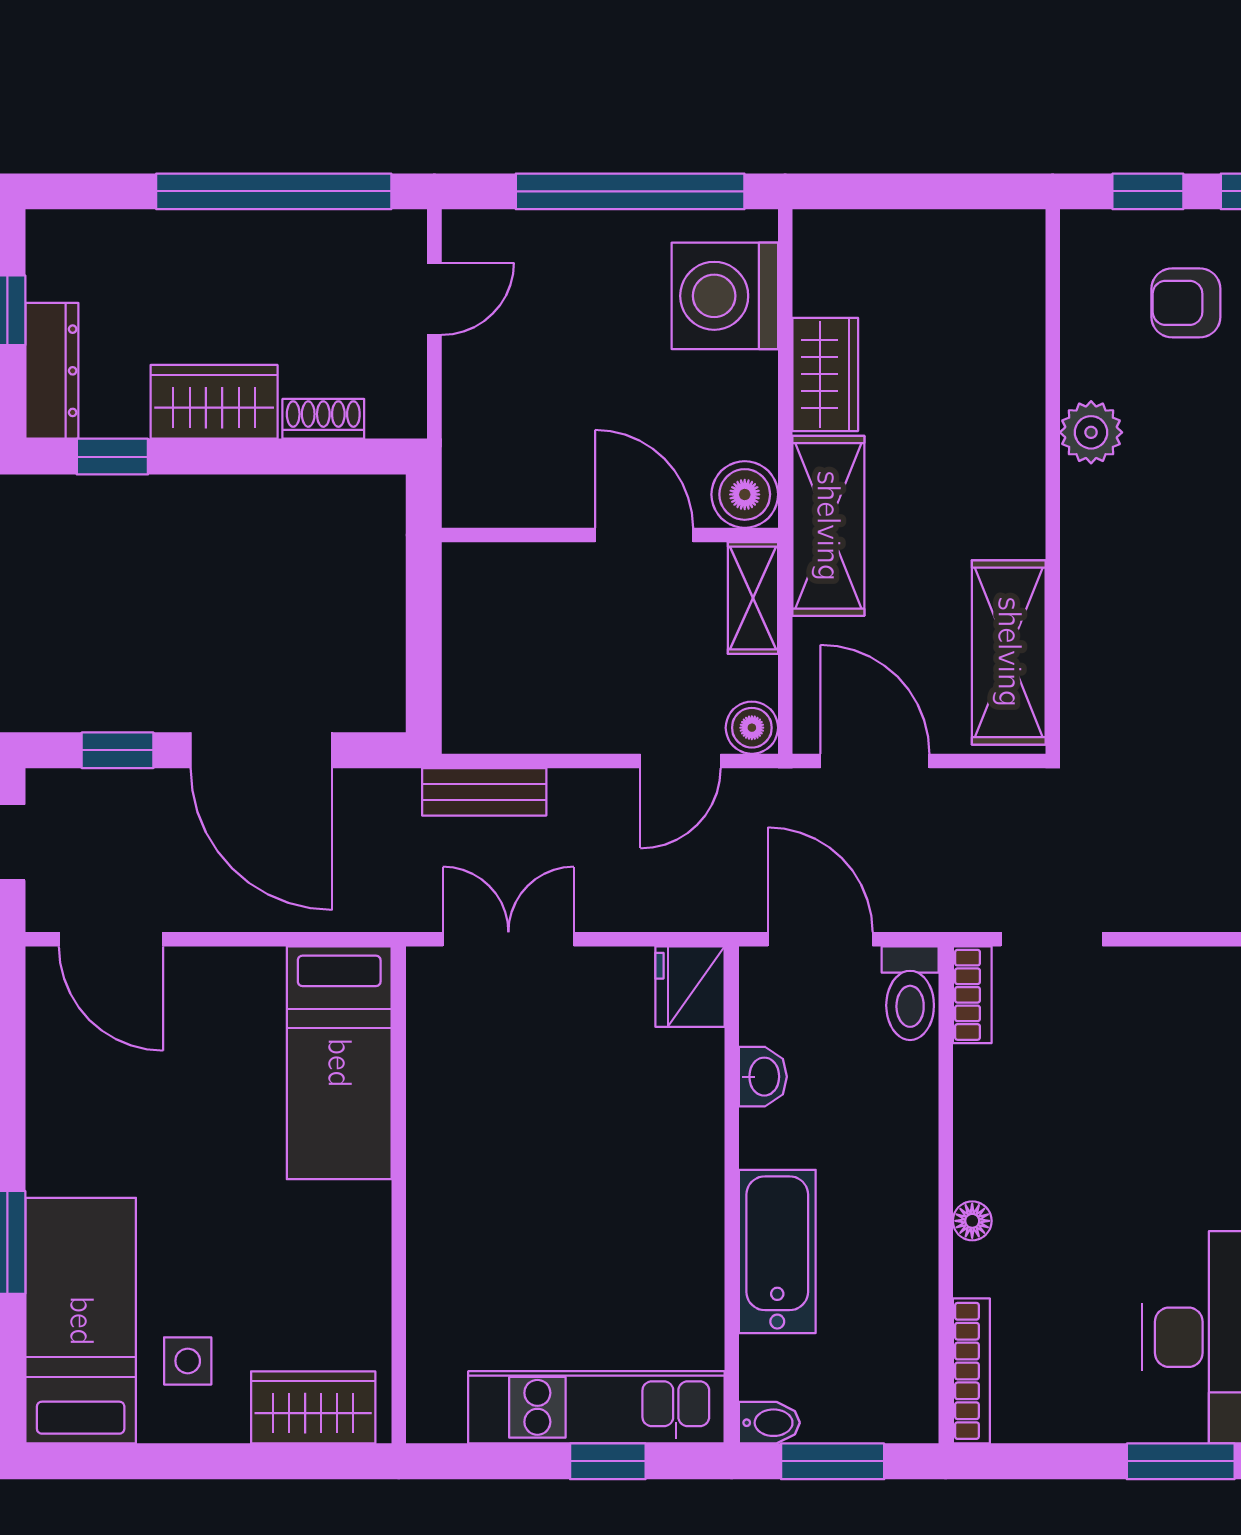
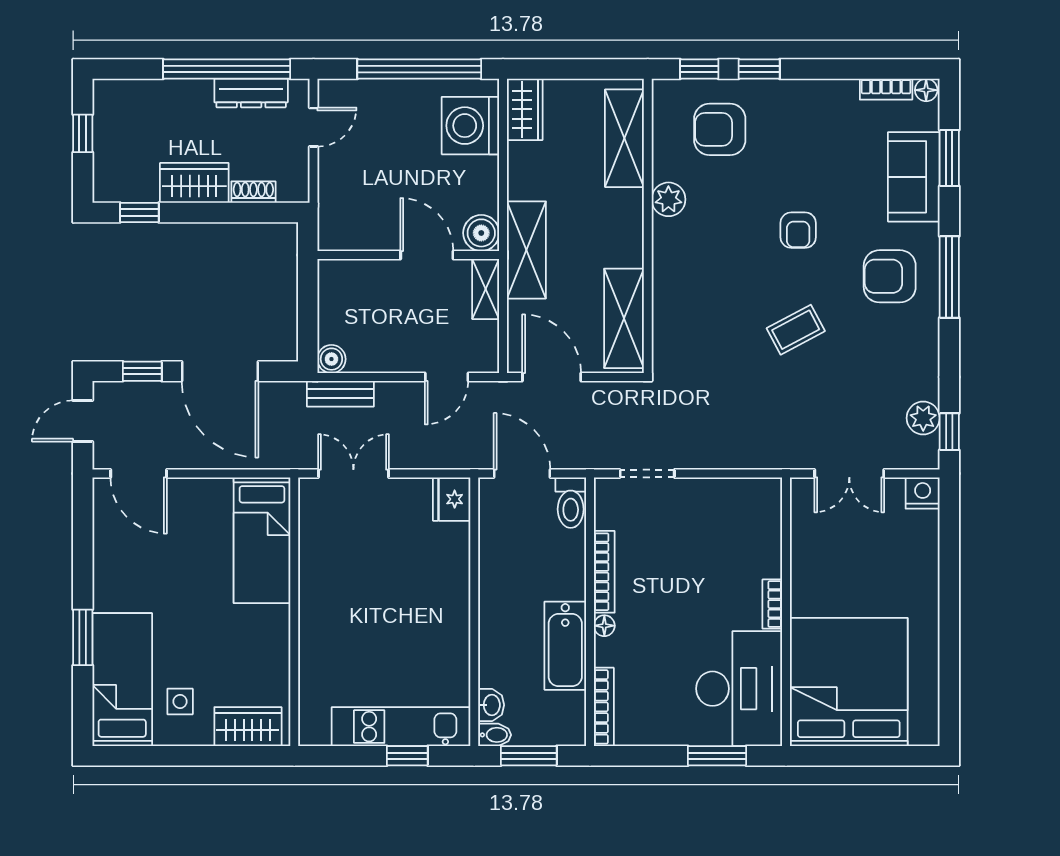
armchair: (1186, 303) -> (720, 129), width x1.38, depth x1.38
shelving: (1009, 319) -> (624, 138), added
dresser: (52, 371) -> (251, 93), moved, turned 90
wardrobe: (825, 374) -> (525, 109), moved
boiler: (752, 728) -> (331, 359), moved
bookcase: (972, 995) -> (604, 572), moved, width x1.56
washbasin: (763, 1077) -> (491, 705), moved
bathtub: (777, 1251) -> (565, 646), moved, turned 180

